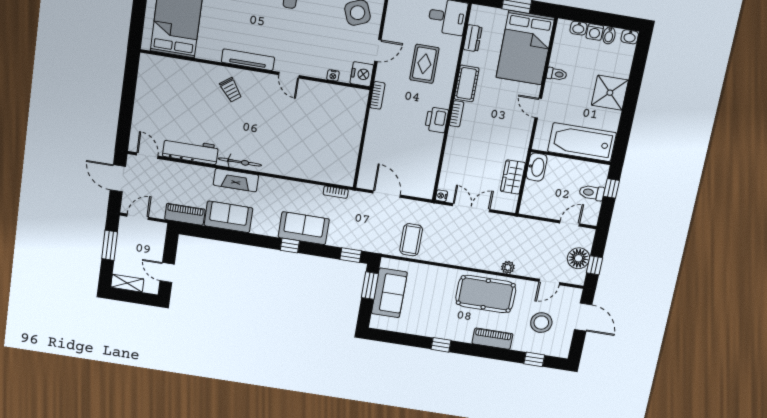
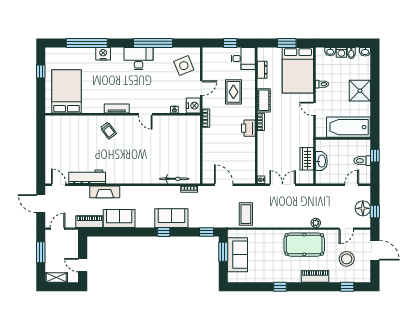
tv unit: (248, 60) -> (117, 109), width x0.71
bicycle: (240, 162) -> (174, 179), moved
washbasin: (537, 167) -> (321, 161), moved
fireplace: (236, 180) -> (105, 192), moved

